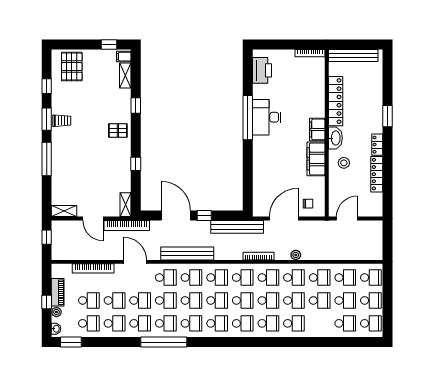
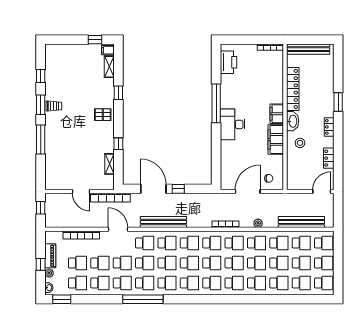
pallet: (72, 67) -> (63, 59), removed
desk: (267, 117) -> (233, 124), moved
locker: (377, 174) -> (329, 158), width x0.66
shelving: (126, 205) -> (109, 164), moved
shelving: (64, 211) -> (56, 185), removed
door: (347, 219) -> (322, 191), moved
bench: (237, 227) -> (301, 222), moved
school desk: (320, 323) -> (279, 283), added

